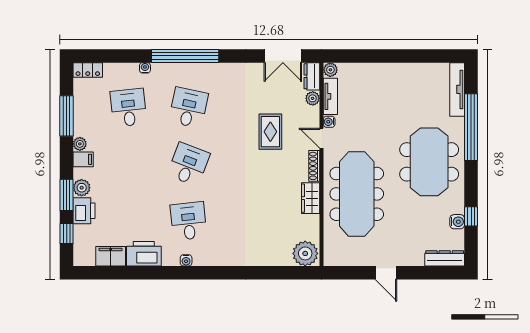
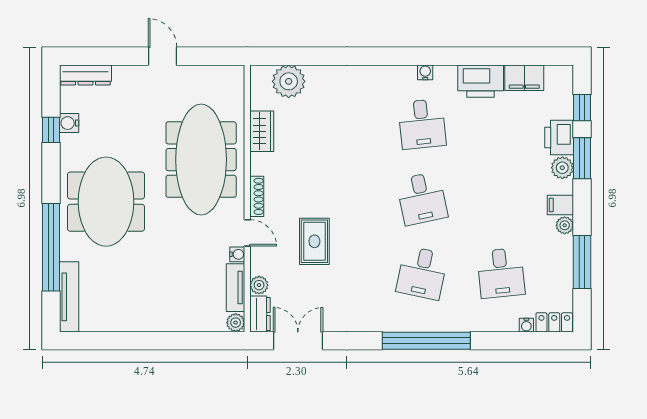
water cooler: (145, 68) -> (526, 325), moved
desk: (188, 164) -> (422, 198), turned -33
wardrobe: (311, 198) -> (262, 131), moved
plant: (305, 253) -> (289, 81), moved

